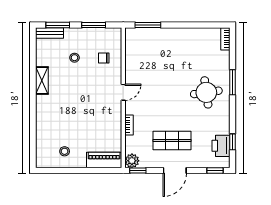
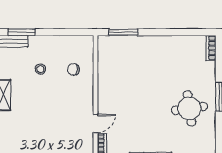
window: (94, 25) -> (62, 32), removed
door: (123, 92) -> (96, 123), moved

